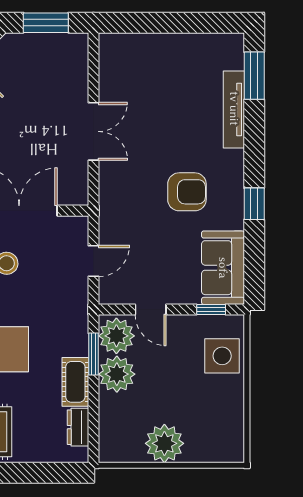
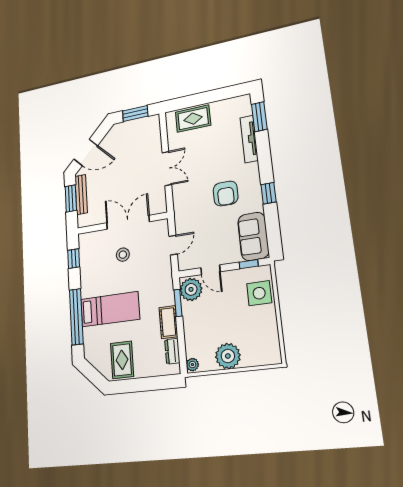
rug: (146, 55) -> (193, 119), added
armchair: (187, 192) -> (226, 194), turned 90
plant: (117, 374) -> (192, 365), moved, width x0.53, depth x0.53

